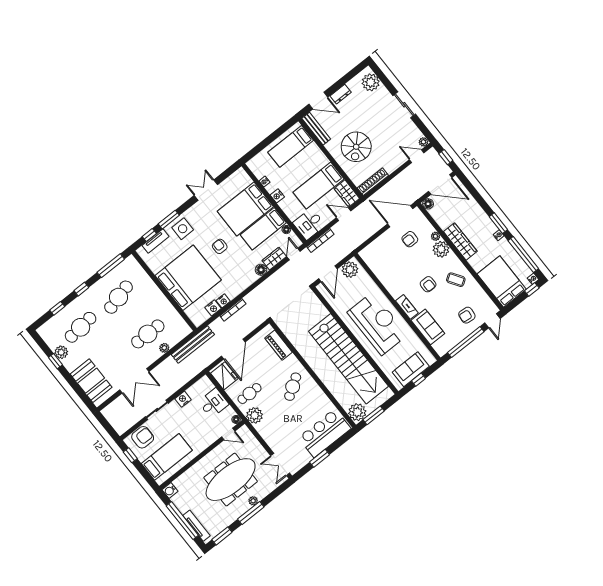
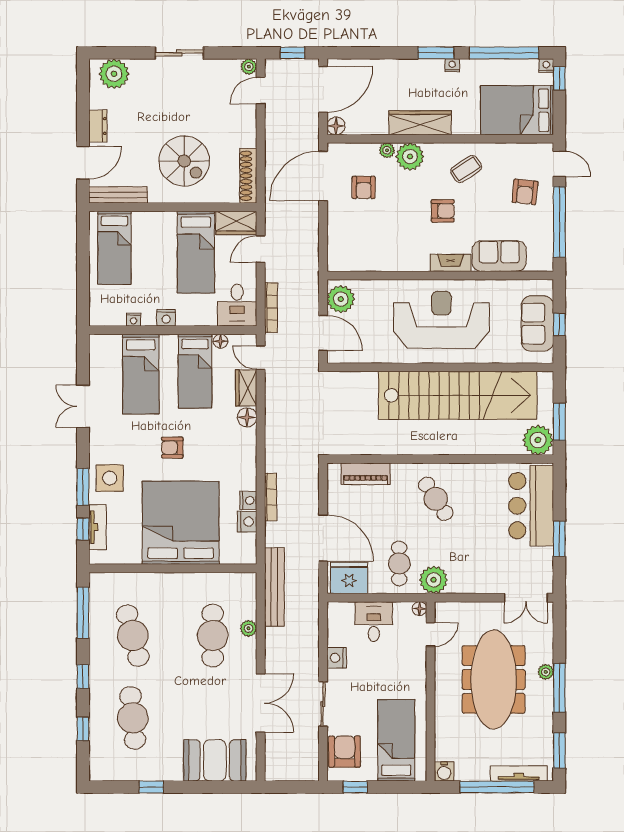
bed: (245, 209) -> (141, 374), width x0.67
plant: (61, 352) -> (146, 770), removed

